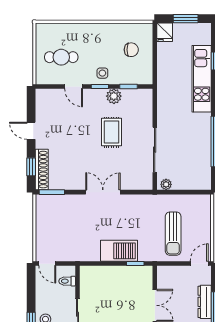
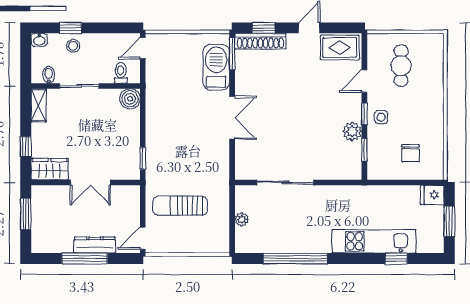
rug: (111, 132) -> (340, 47), moved
plant: (166, 184) -> (242, 219), moved
barbecue: (119, 251) -> (216, 67), moved, turned 180
door: (199, 264) -> (143, 238), swing flipped
boiler: (88, 274) -> (130, 99), added

